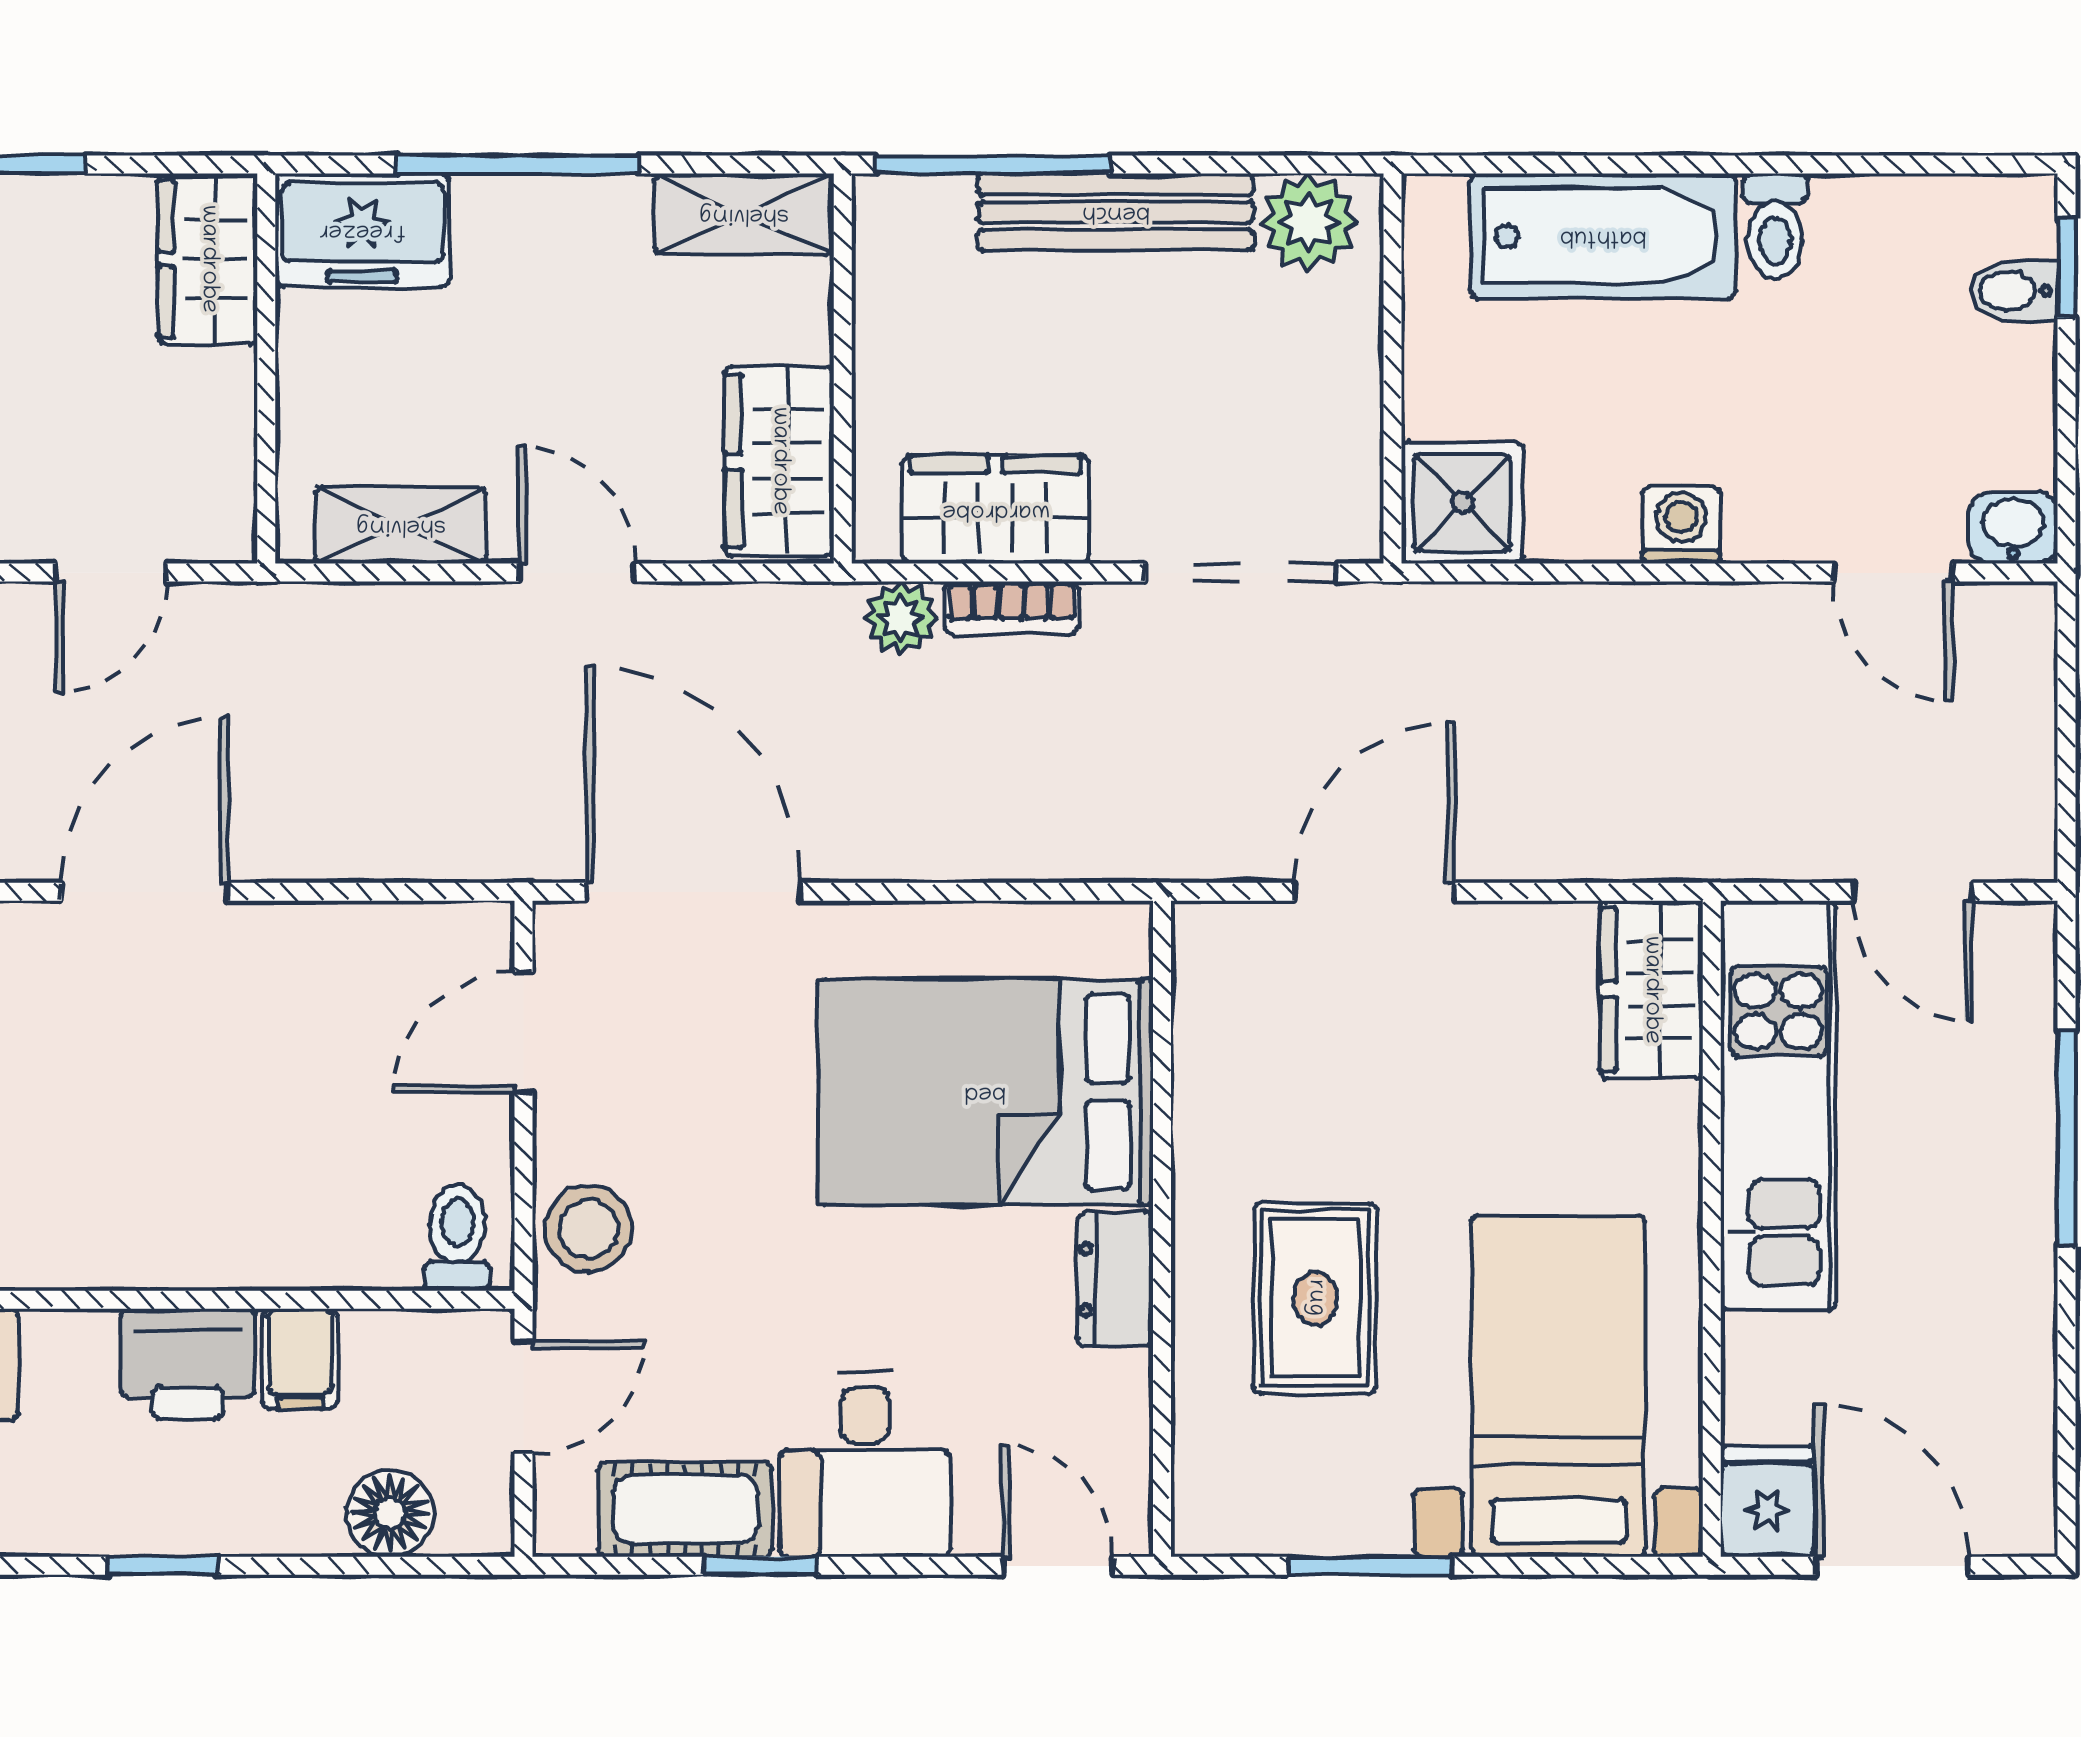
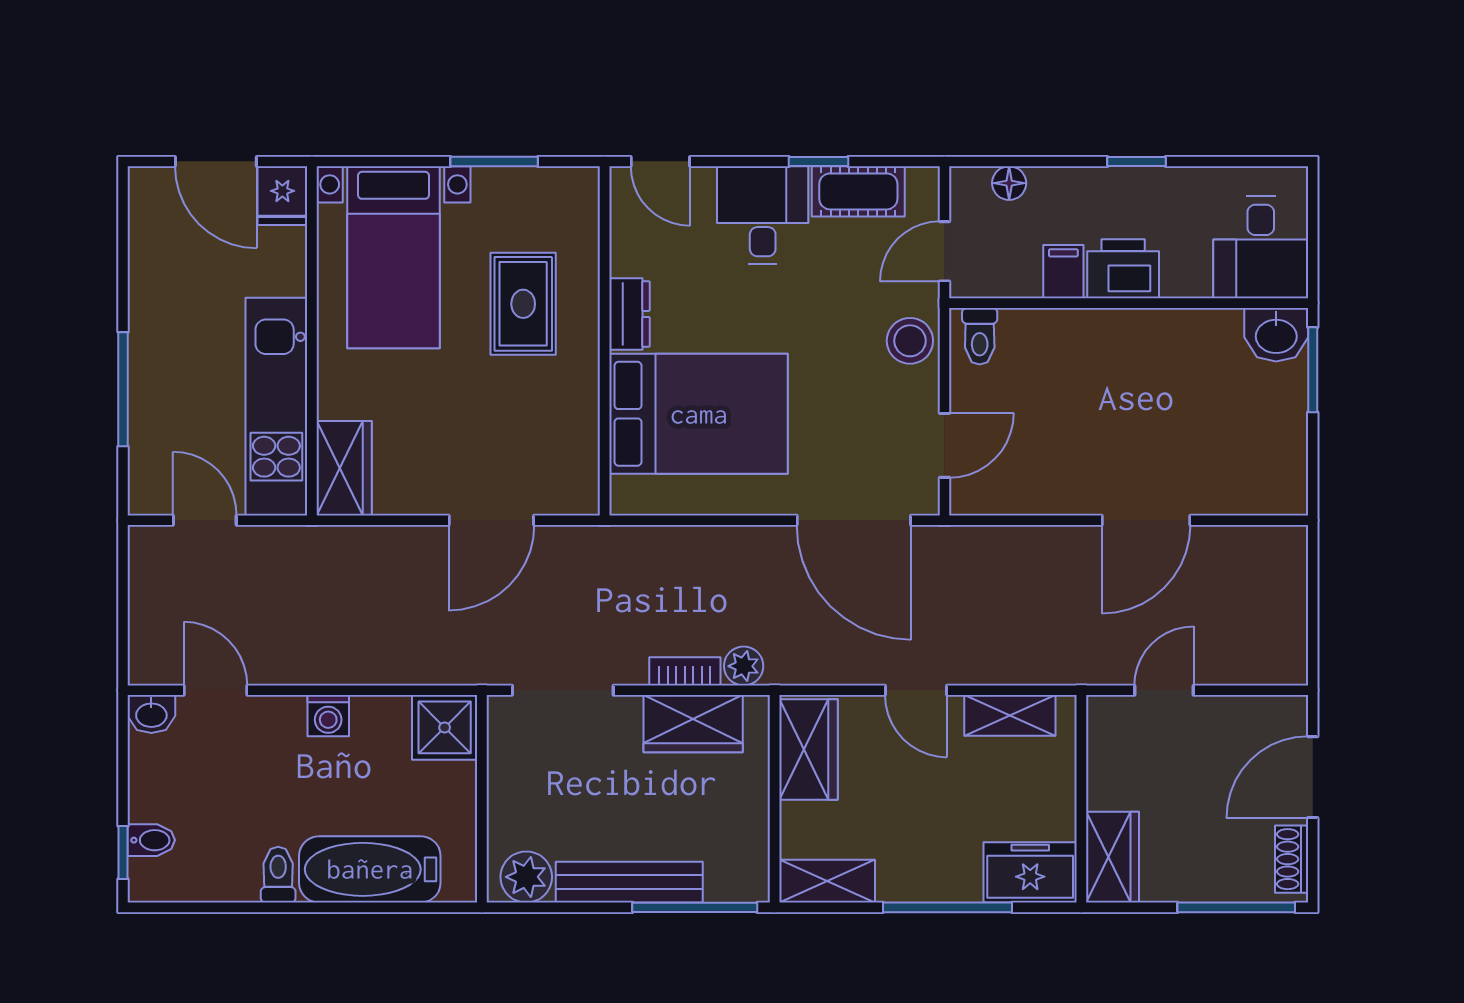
floor lamp: (390, 1513) -> (1009, 183), width x0.73, depth x0.73

